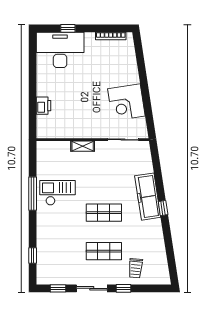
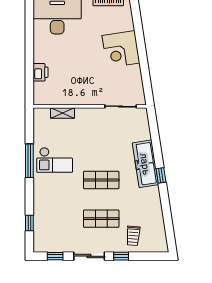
corner desk: (126, 102) -> (121, 49), moved
shelving: (83, 146) -> (63, 113), moved
checkout: (58, 193) -> (55, 160), turned 180

